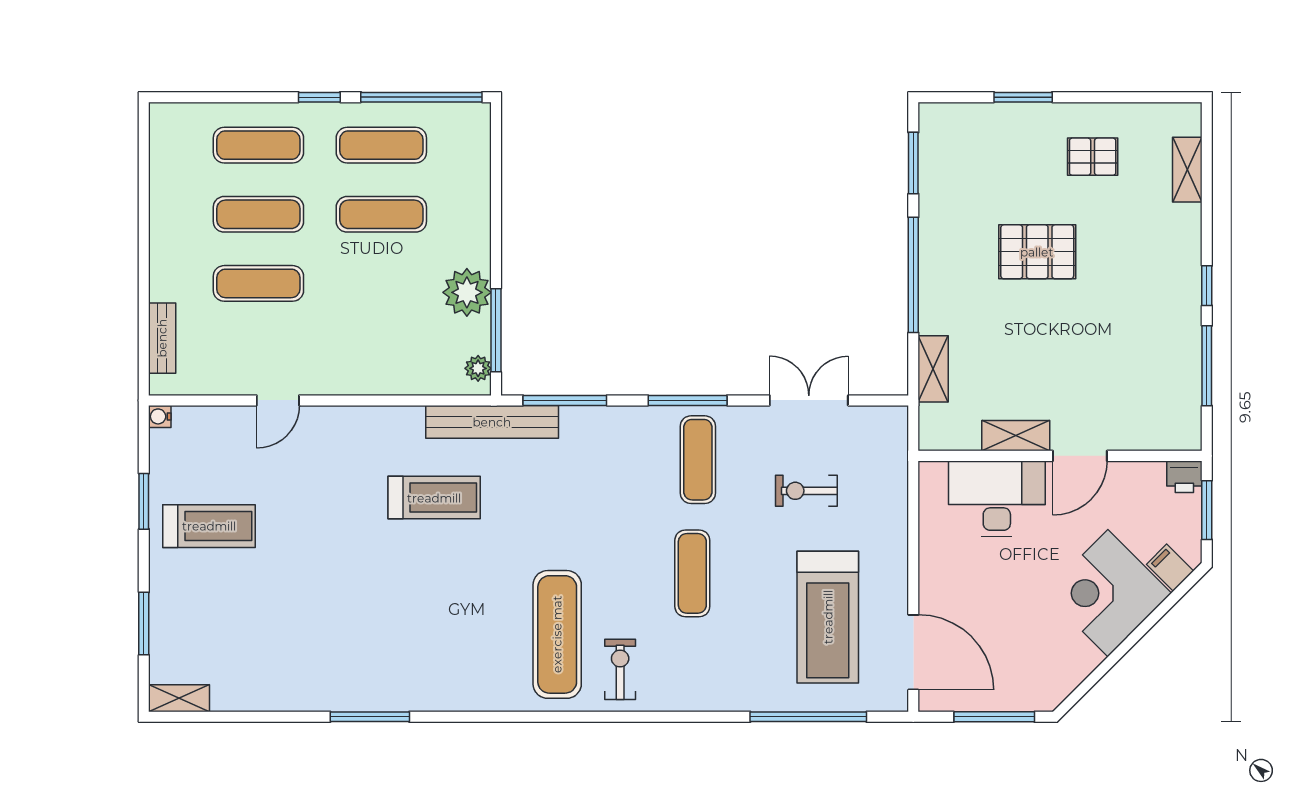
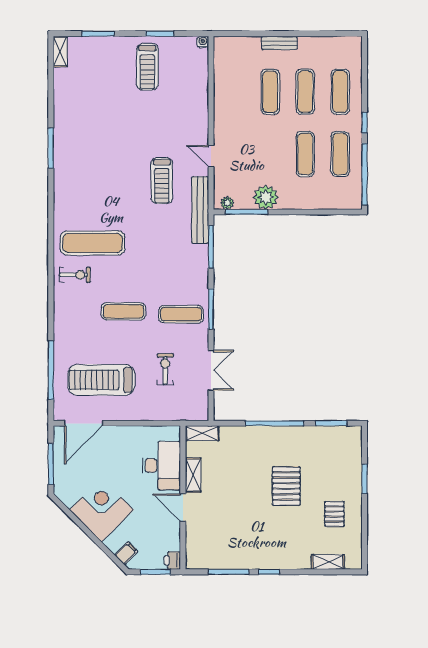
bench: (162, 338) -> (279, 43), moved
shelving: (933, 369) -> (202, 433), moved
door: (278, 400) -> (211, 156), moved
corner desk: (1108, 593) -> (102, 510), moved

